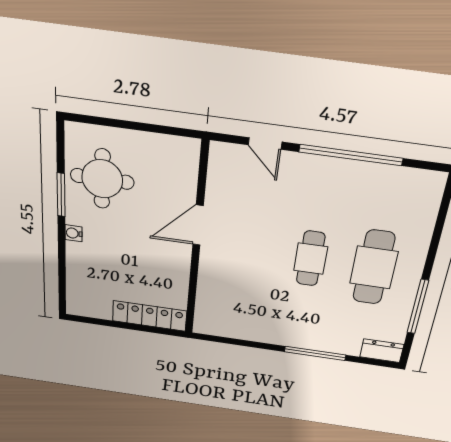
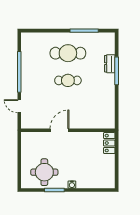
door: (265, 143) -> (19, 106), swing flipped
door: (198, 225) -> (60, 130), swing flipped
locker: (149, 316) -> (109, 143), width x0.66
dresser: (382, 351) -> (110, 64), moved

